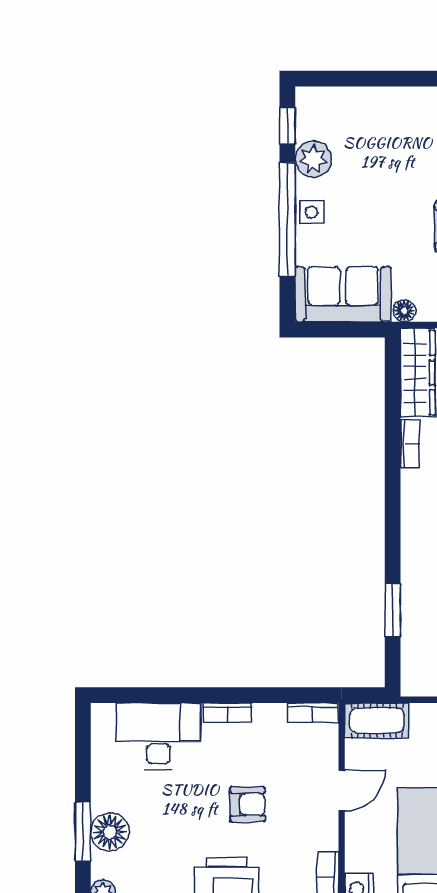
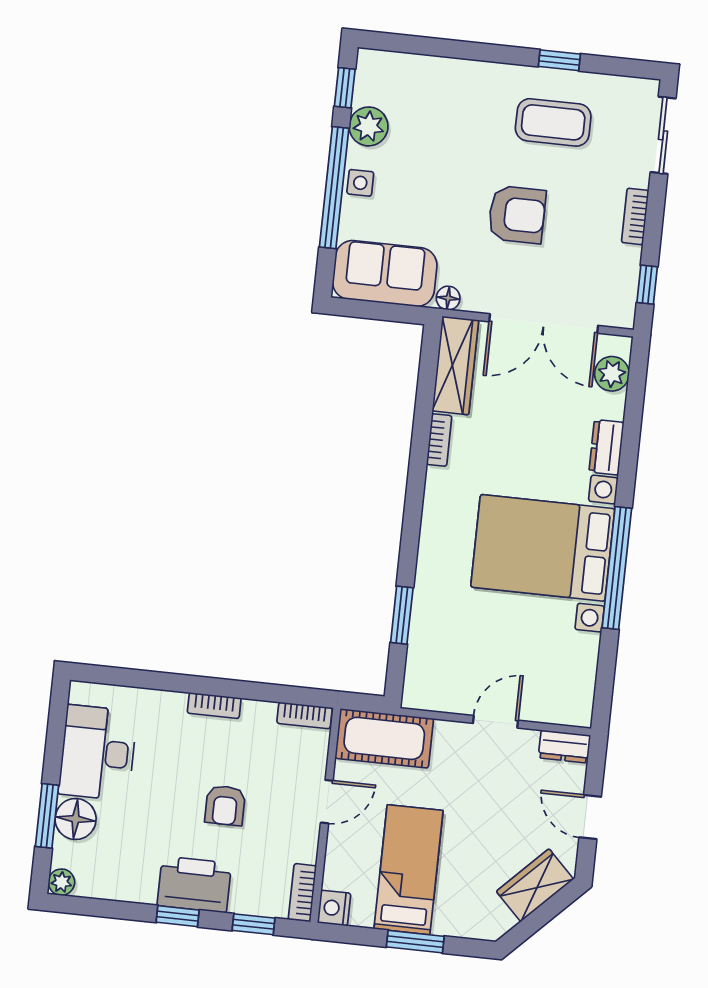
cot: (377, 720) -> (384, 738), width x1.37, depth x1.34
desk: (158, 736) -> (98, 753), moved, turned -90
armchair: (247, 804) -> (225, 805), turned 90

